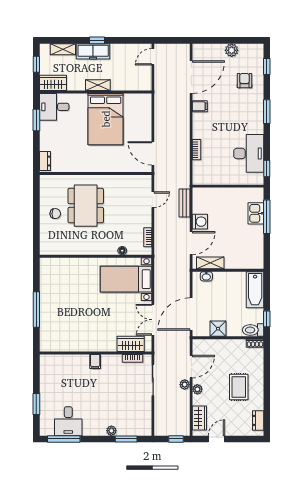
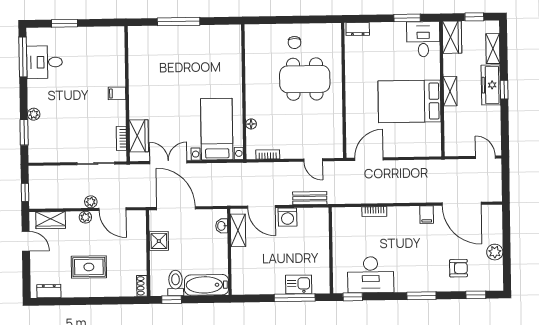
toilet: (253, 330) -> (176, 283), moved

